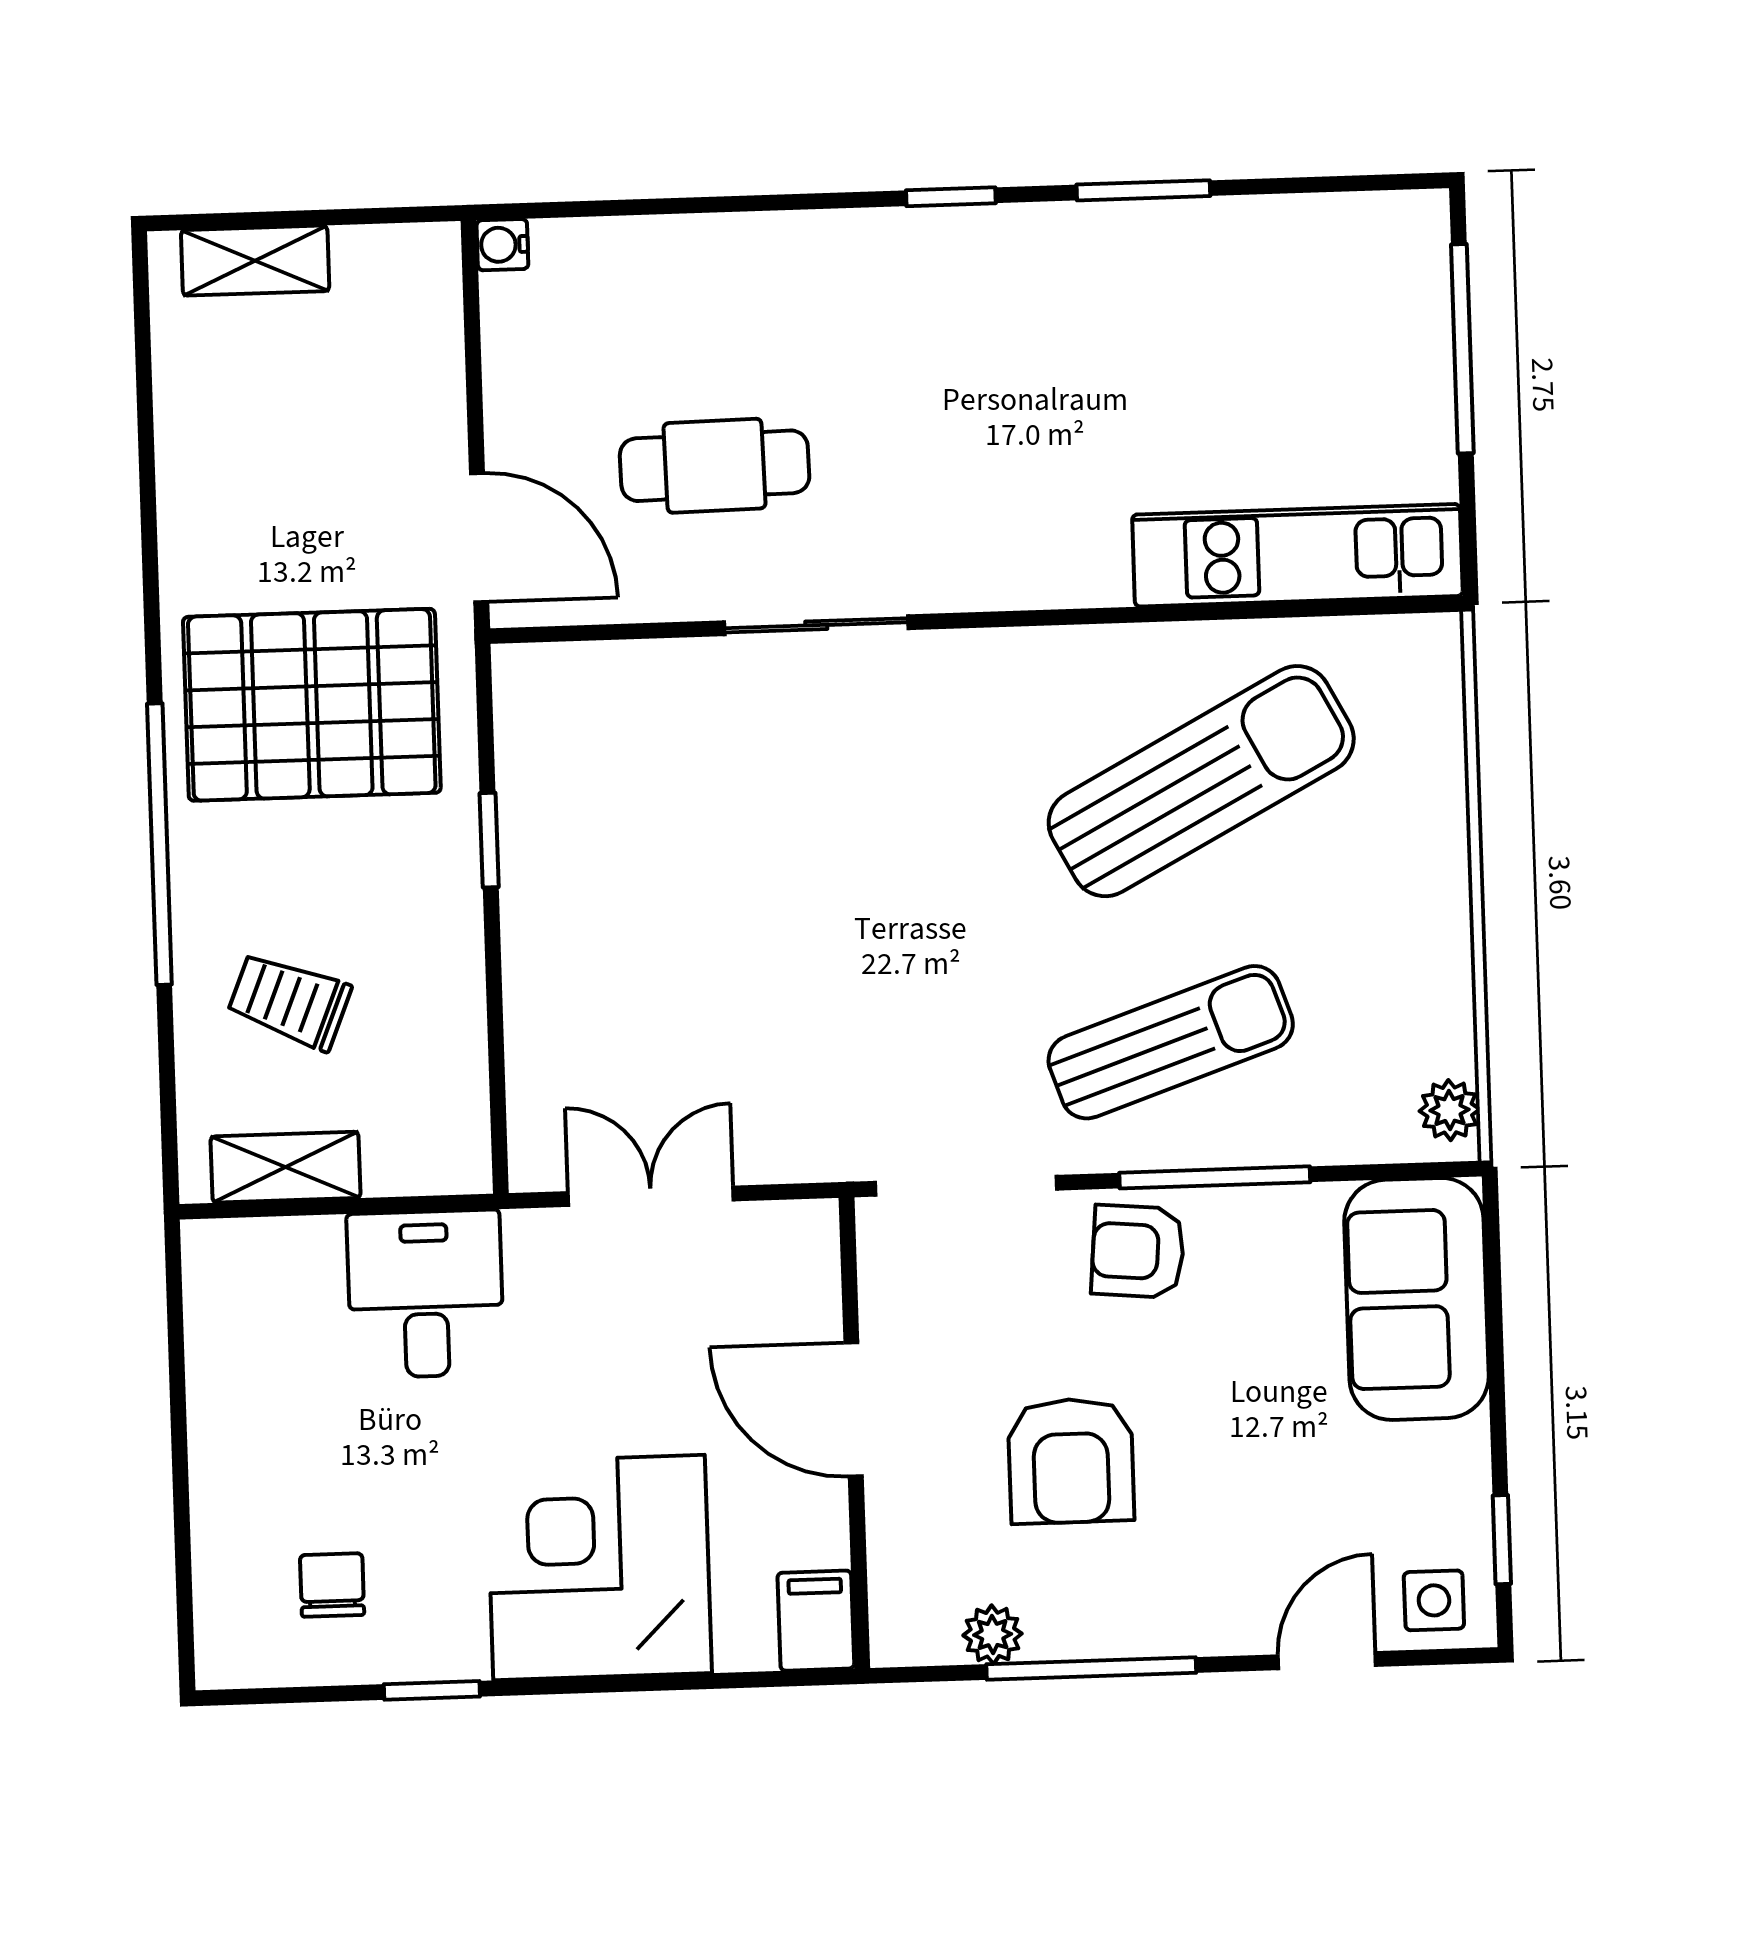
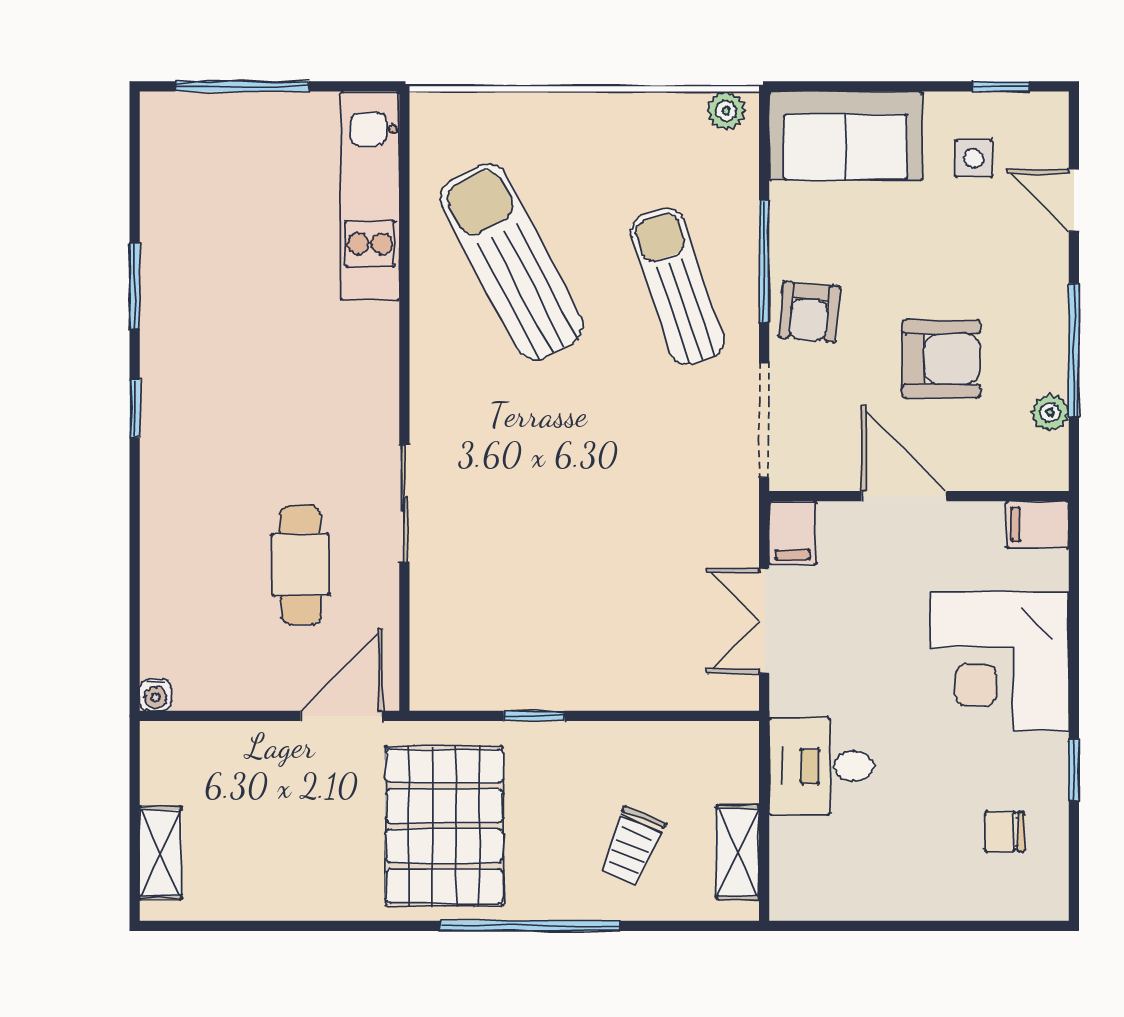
filing cabinet: (790, 1237) -> (793, 533), added
door: (854, 1410) -> (904, 496), swing flipped
side table: (1434, 1600) -> (974, 158), moved

